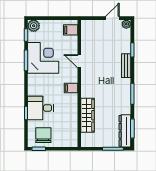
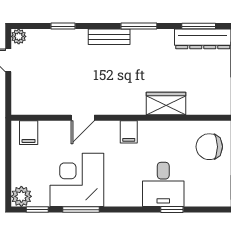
bench: (126, 66) -> (109, 37), moved
wardrobe: (87, 115) -> (166, 104), width x0.67
chair: (43, 135) -> (209, 147), moved

